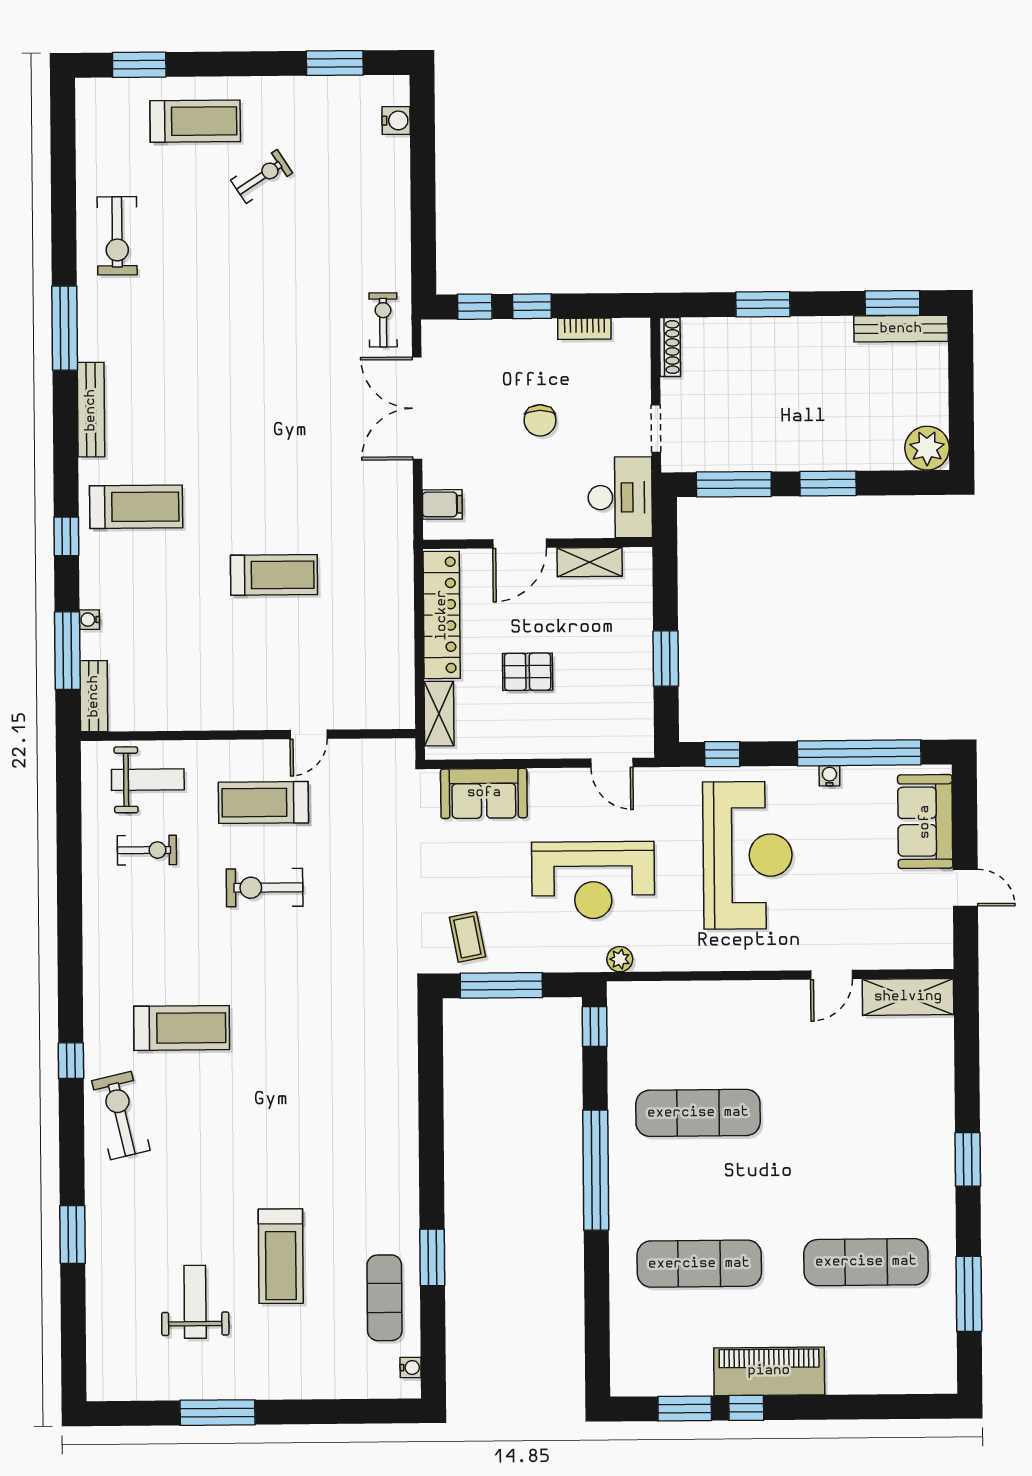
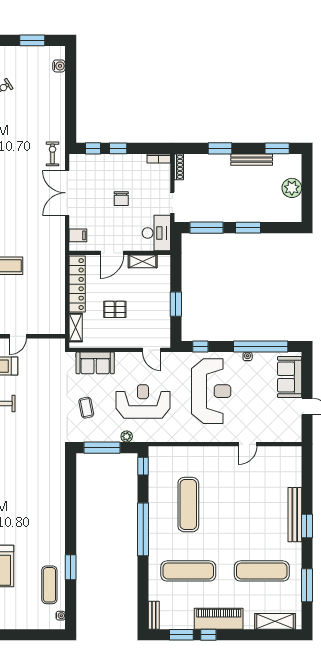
bookcase: (584, 329) -> (159, 158), moved
bench: (901, 329) -> (252, 160), moved
plant: (927, 448) -> (292, 188), moved
reception desk: (593, 880) -> (143, 402), turned 180
coffee table: (467, 937) -> (86, 408), moved
plant: (620, 959) -> (127, 436), moved
shelving: (908, 997) -> (275, 621), moved
exercise mat: (698, 1113) -> (188, 505), turned 90
bench: (940, 1134) -> (295, 515), added
bench: (622, 1365) -> (154, 615), added

